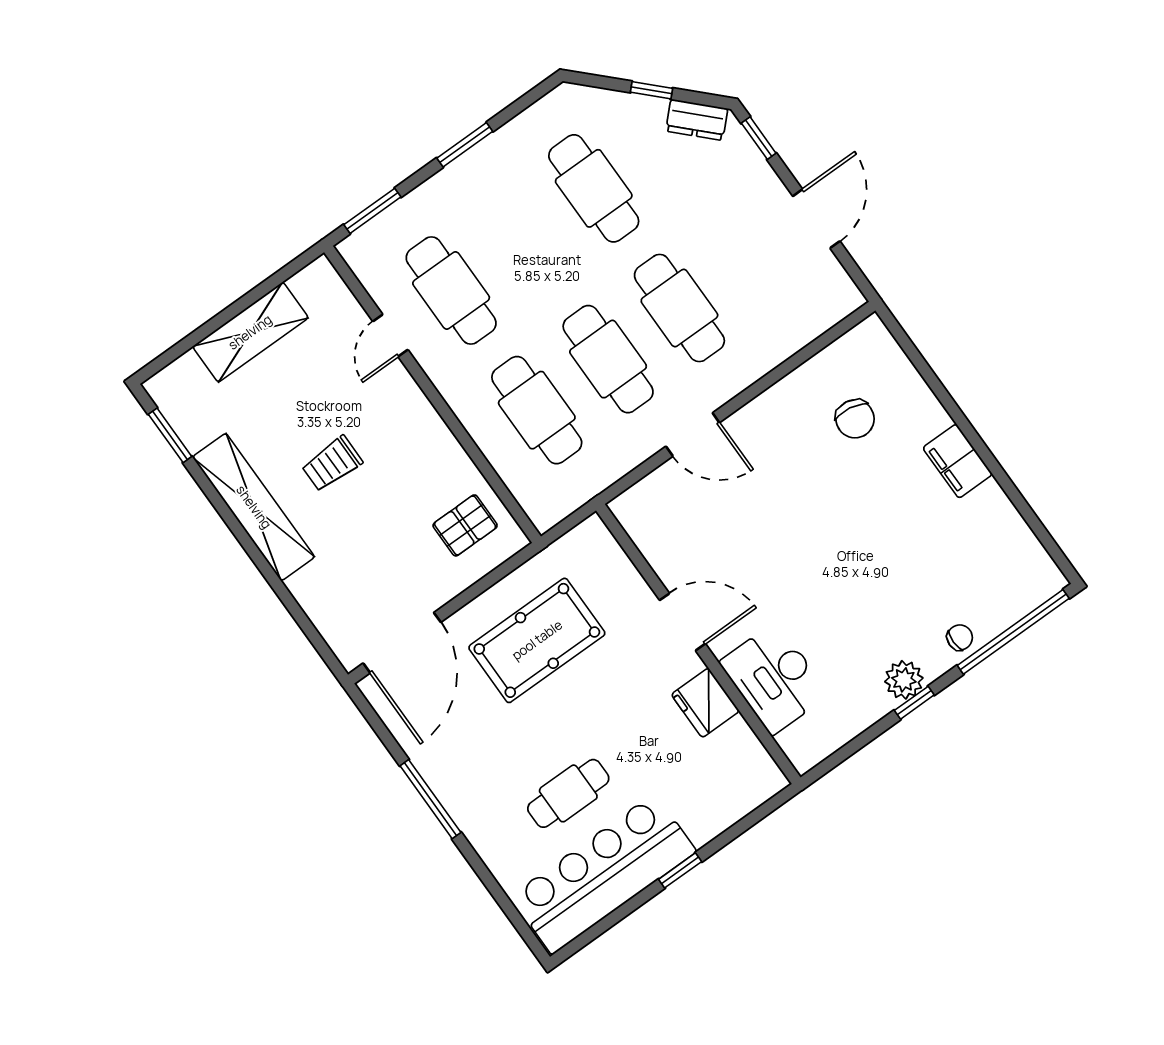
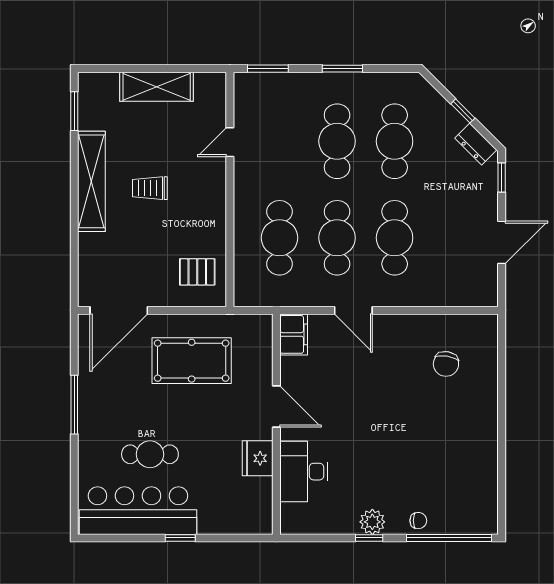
cafe table: (451, 290) -> (337, 141), moved
filing cabinet: (958, 461) -> (294, 334), moved, turned 180

